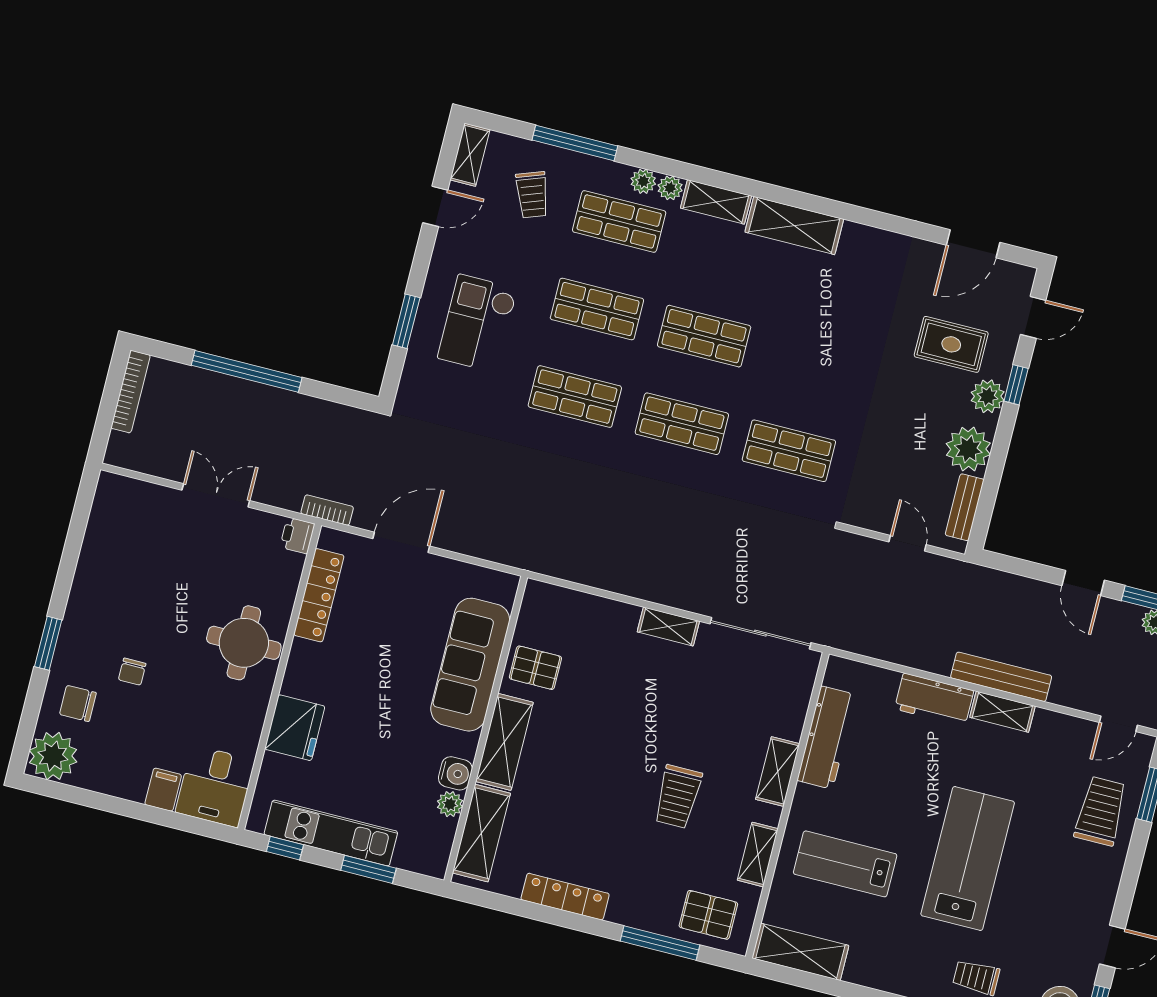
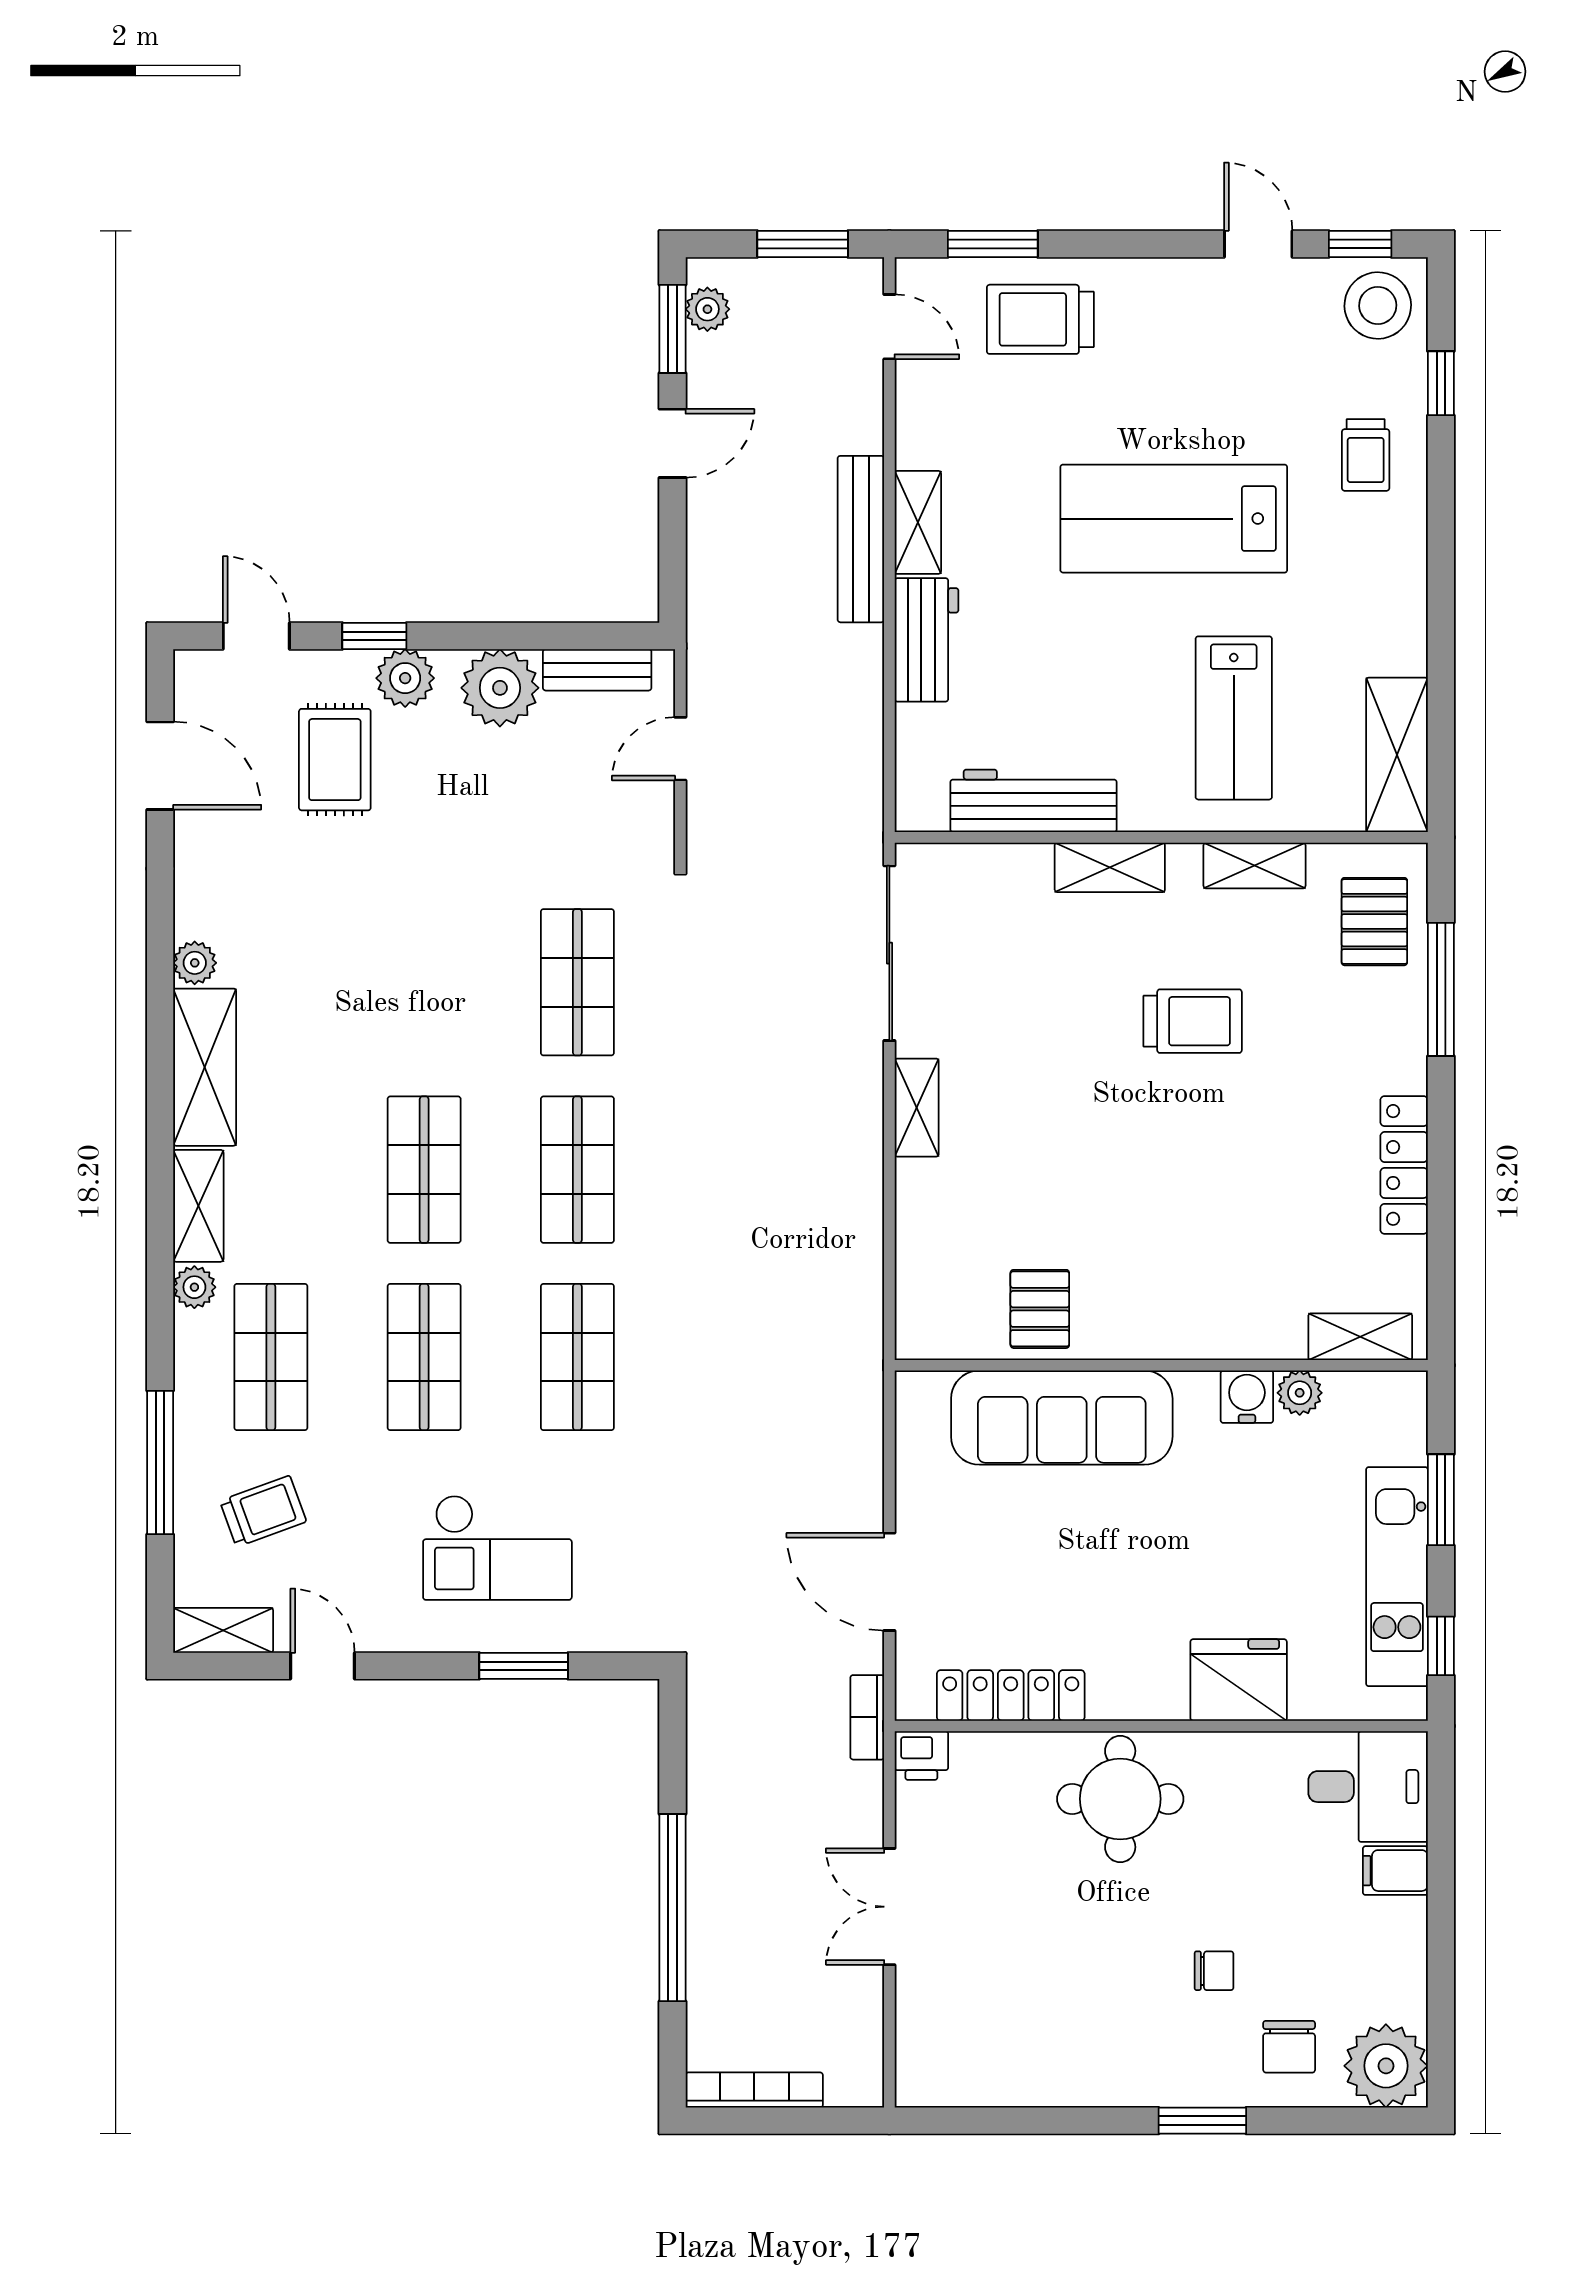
plant: (643, 181) -> (195, 963), moved
shelving: (504, 742) -> (1175, 1329), removed
shelving: (481, 833) -> (1360, 1337), width x0.67, depth x0.75

